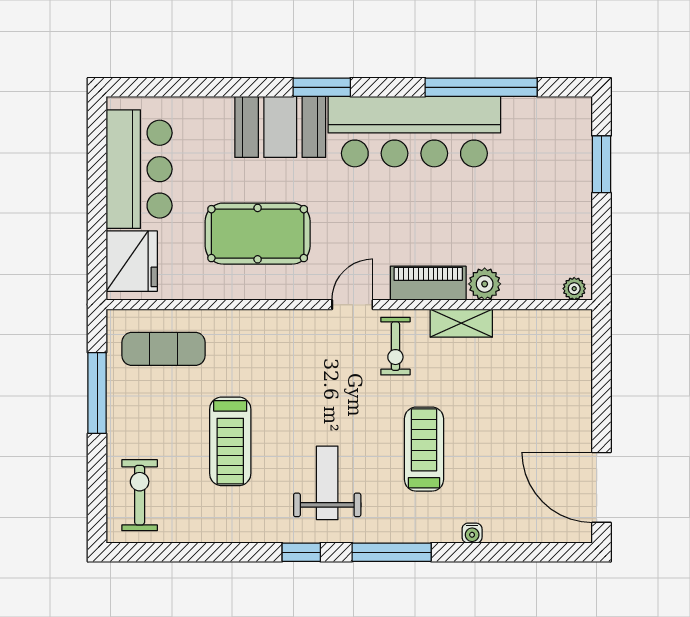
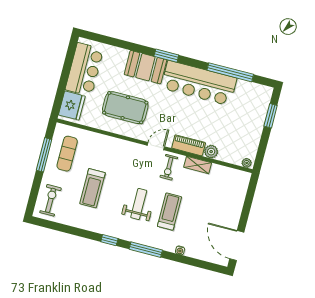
exercise mat: (164, 349) -> (67, 154), moved, turned 90
weight bench: (327, 483) -> (139, 204), moved

